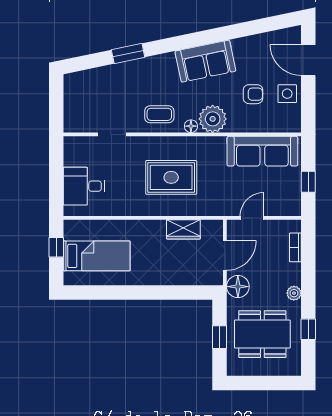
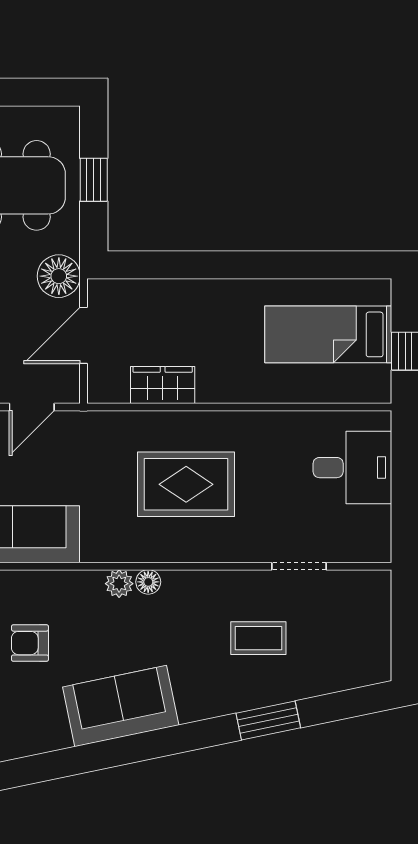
coffee table: (159, 114) -> (258, 638), moved
plant: (213, 119) -> (119, 584), width x0.53, depth x0.53

